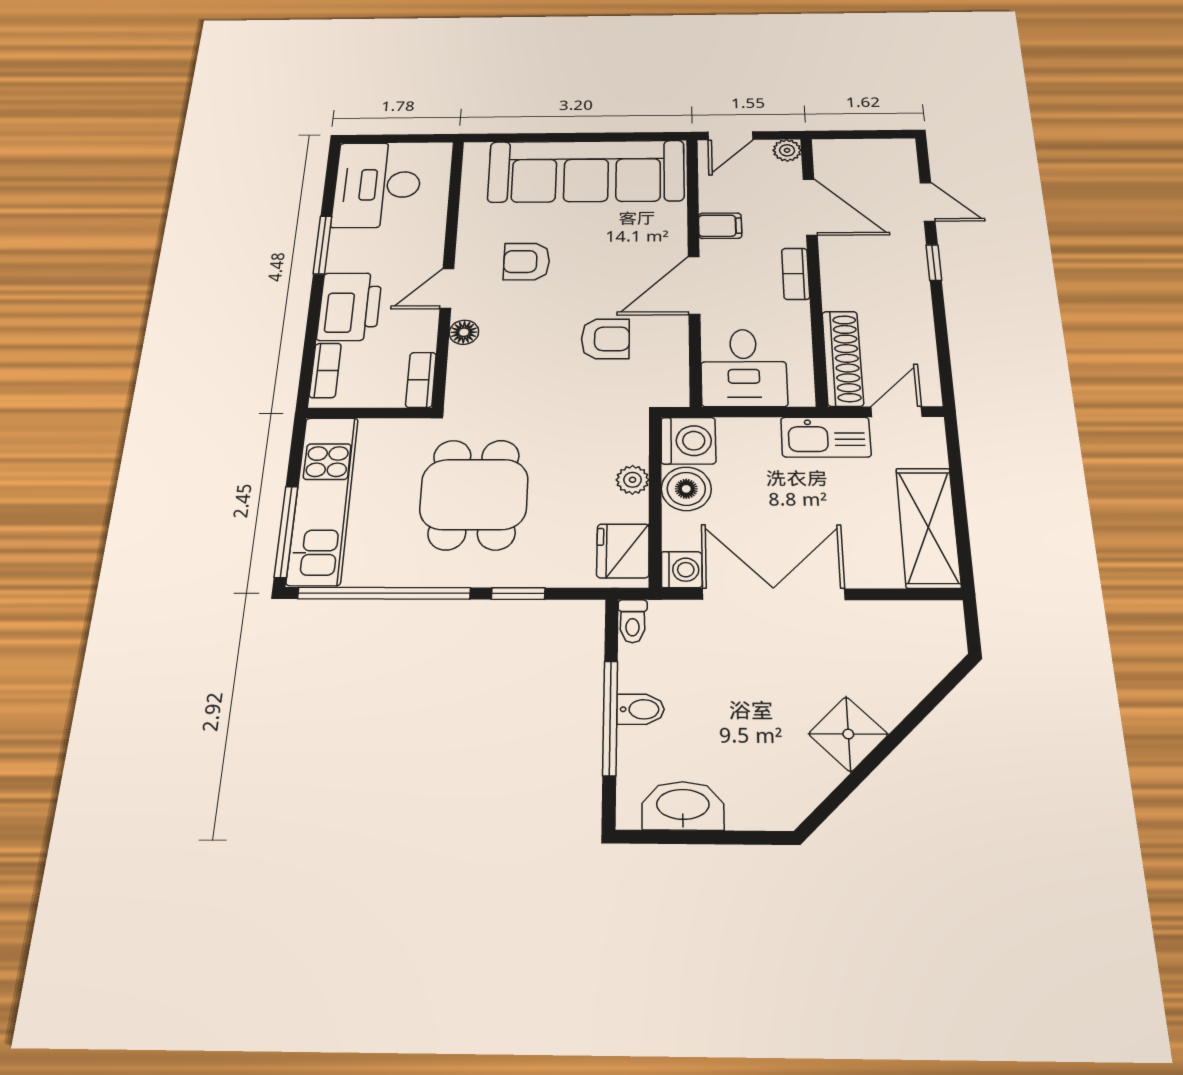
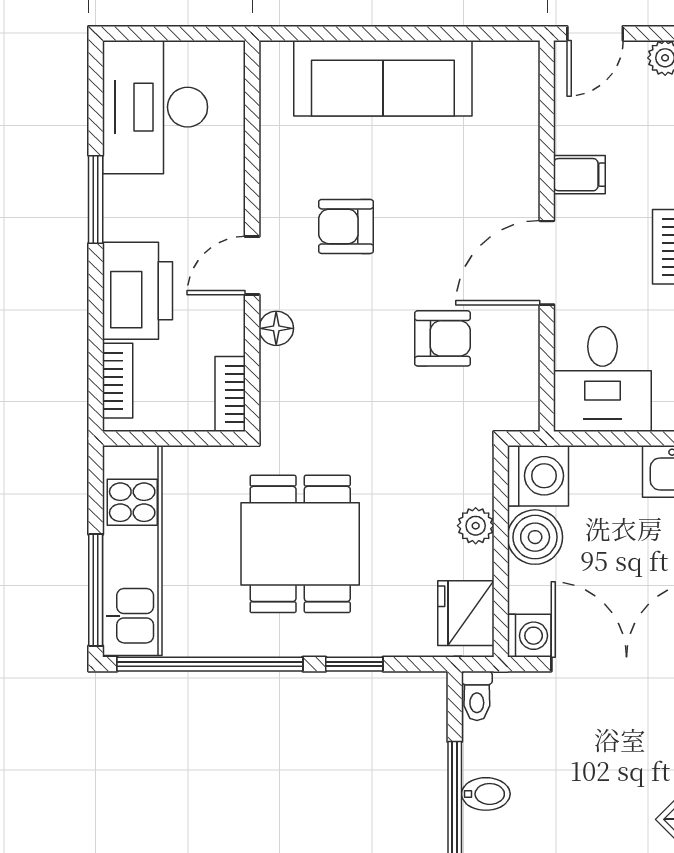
sofa: (586, 171) -> (383, 78), width x0.74, depth x0.79

